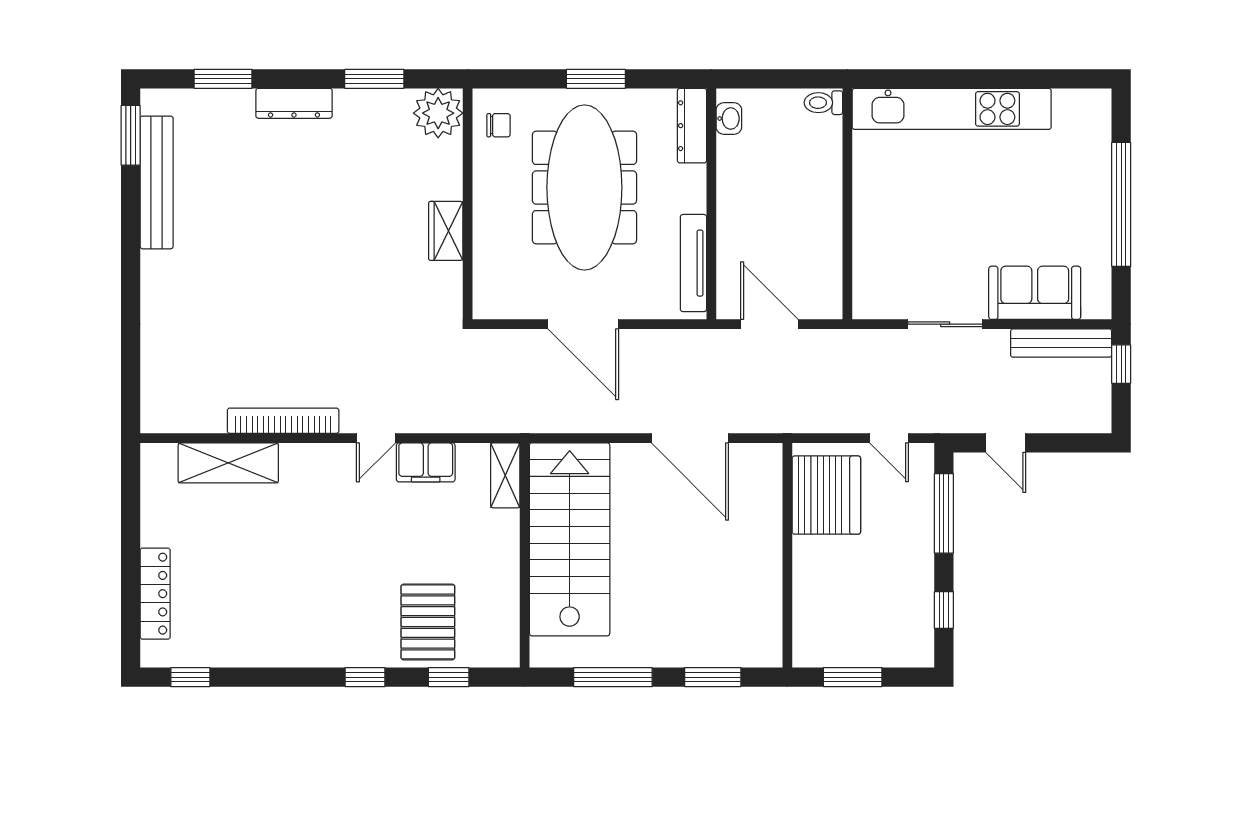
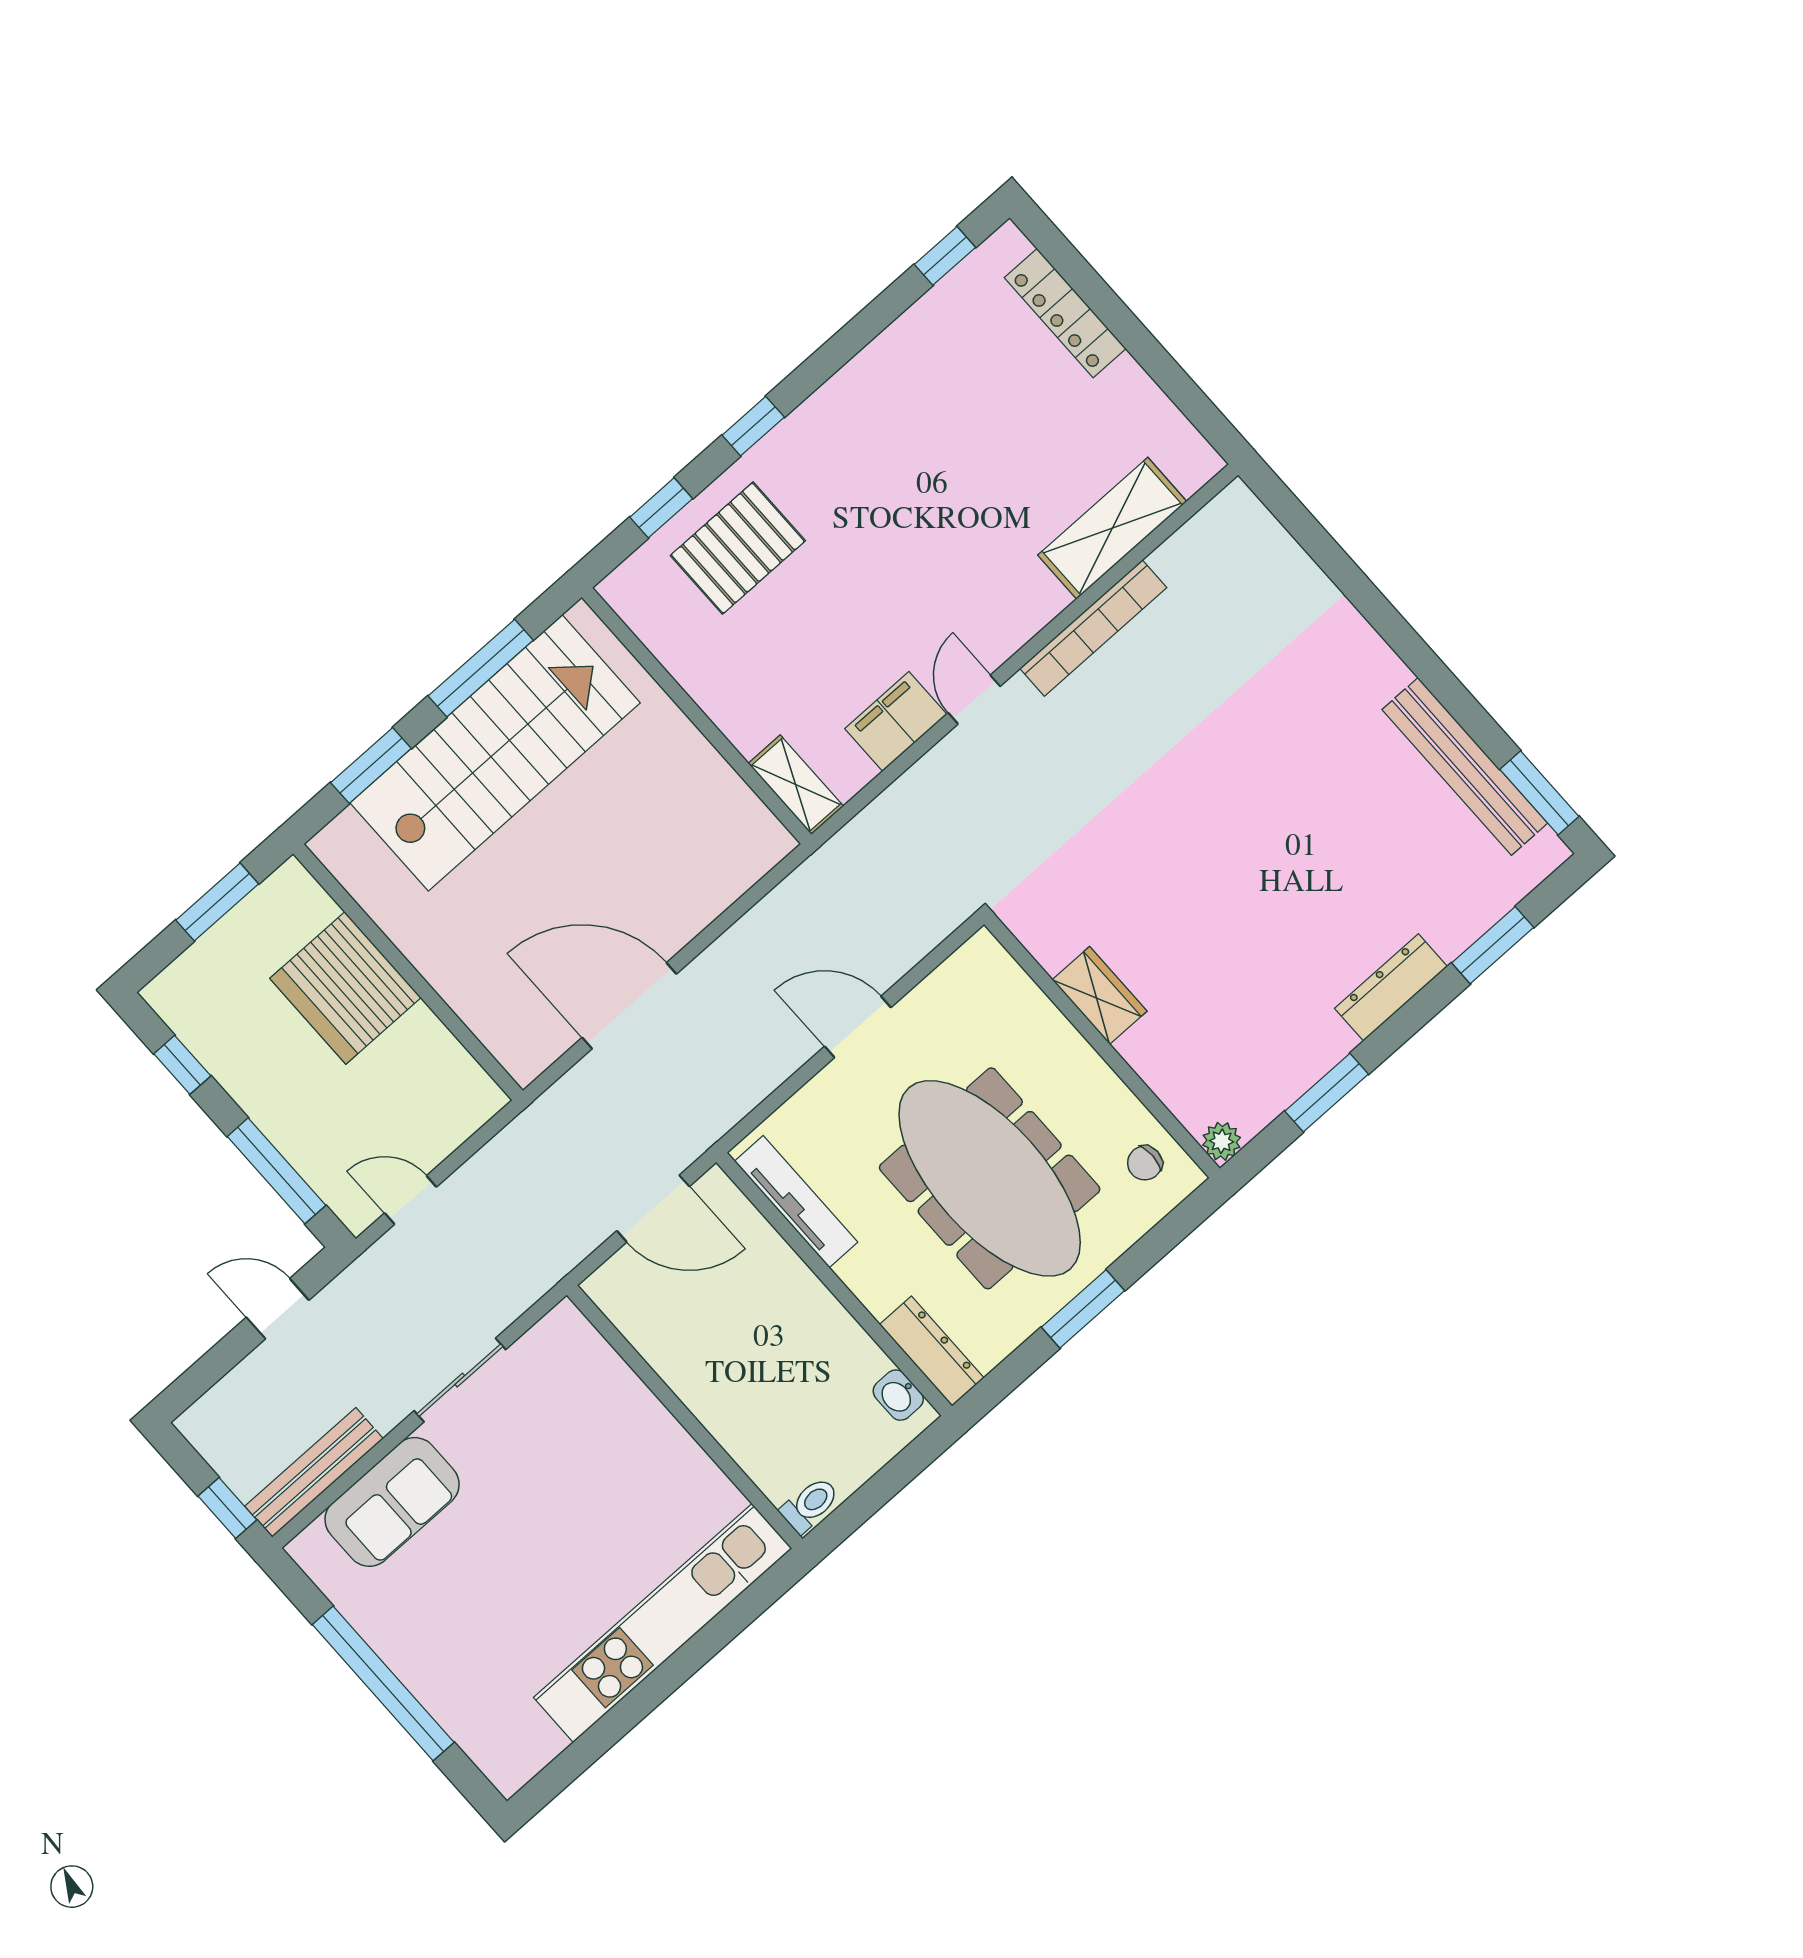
plant: (438, 113) -> (1222, 1141), width x0.53, depth x0.53
door: (583, 324) -> (858, 1027), width x0.73
server rack: (826, 495) -> (345, 988), moved
stairs: (570, 539) -> (495, 753), moved, turned -90
pallet: (428, 622) -> (738, 548), turned 90

